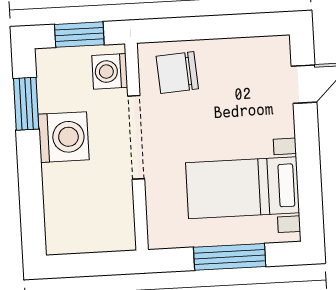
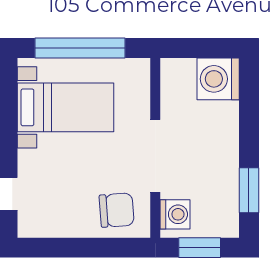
washing machine: (64, 137) -> (218, 79), moved
window: (230, 257) -> (80, 48), width x1.46

